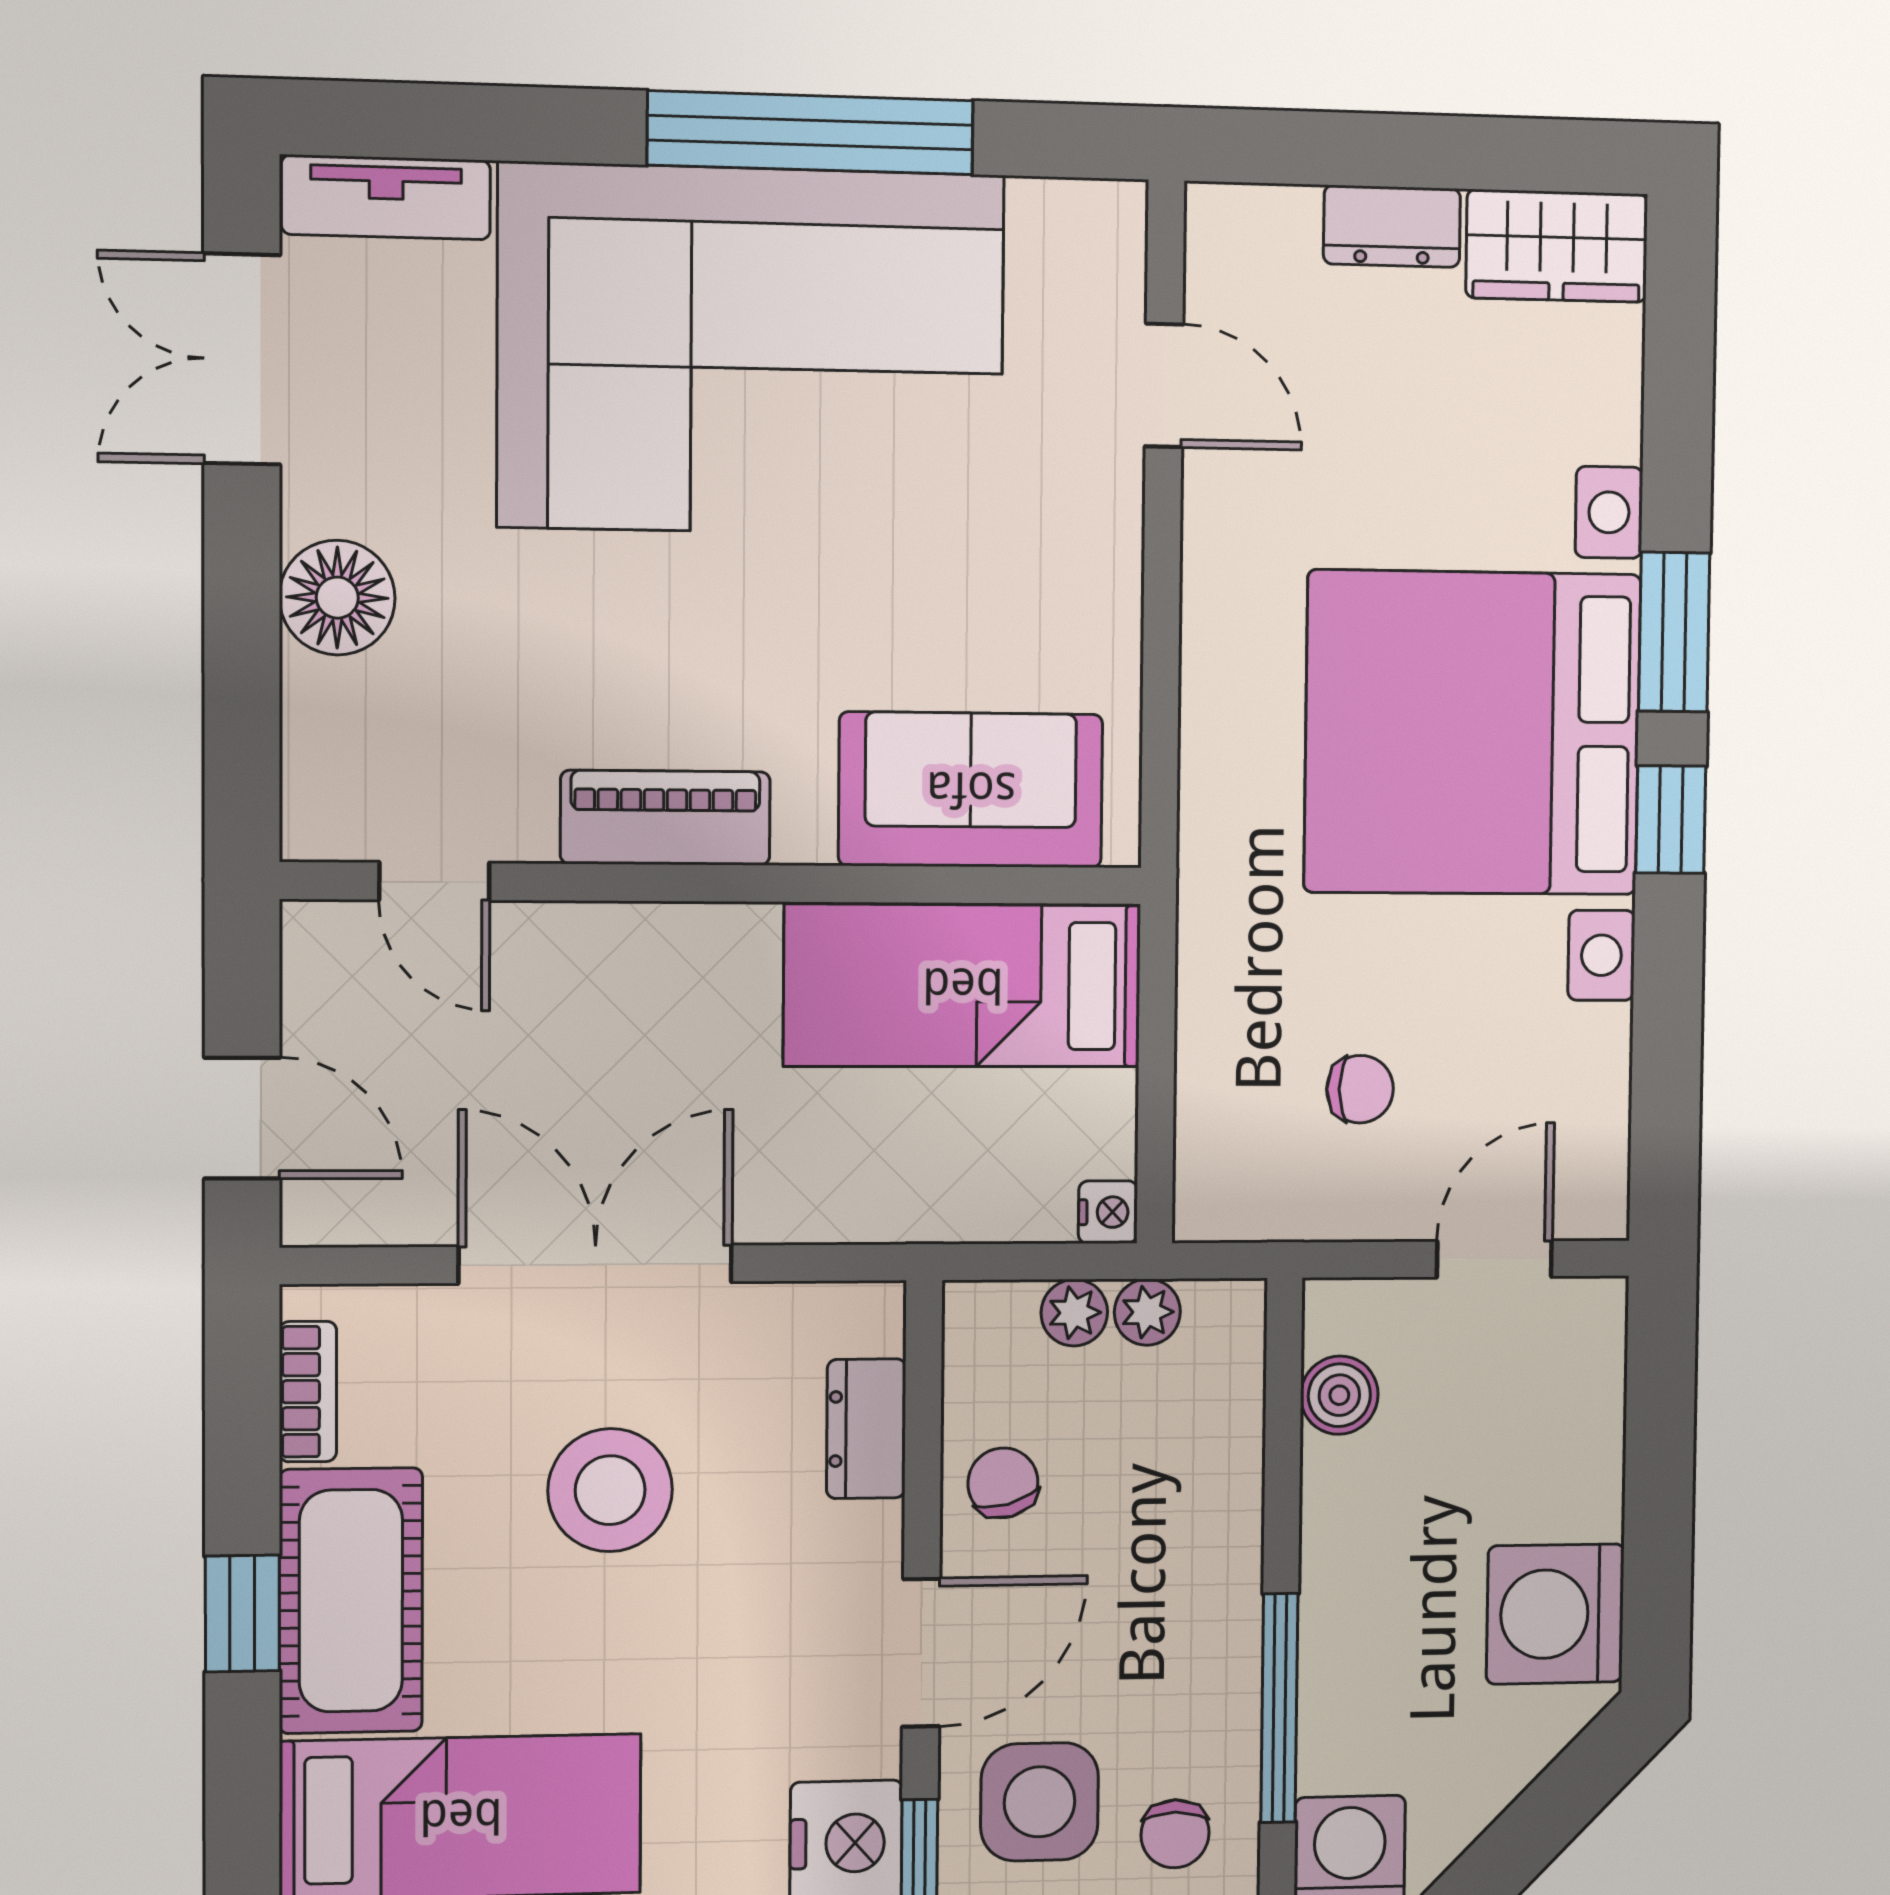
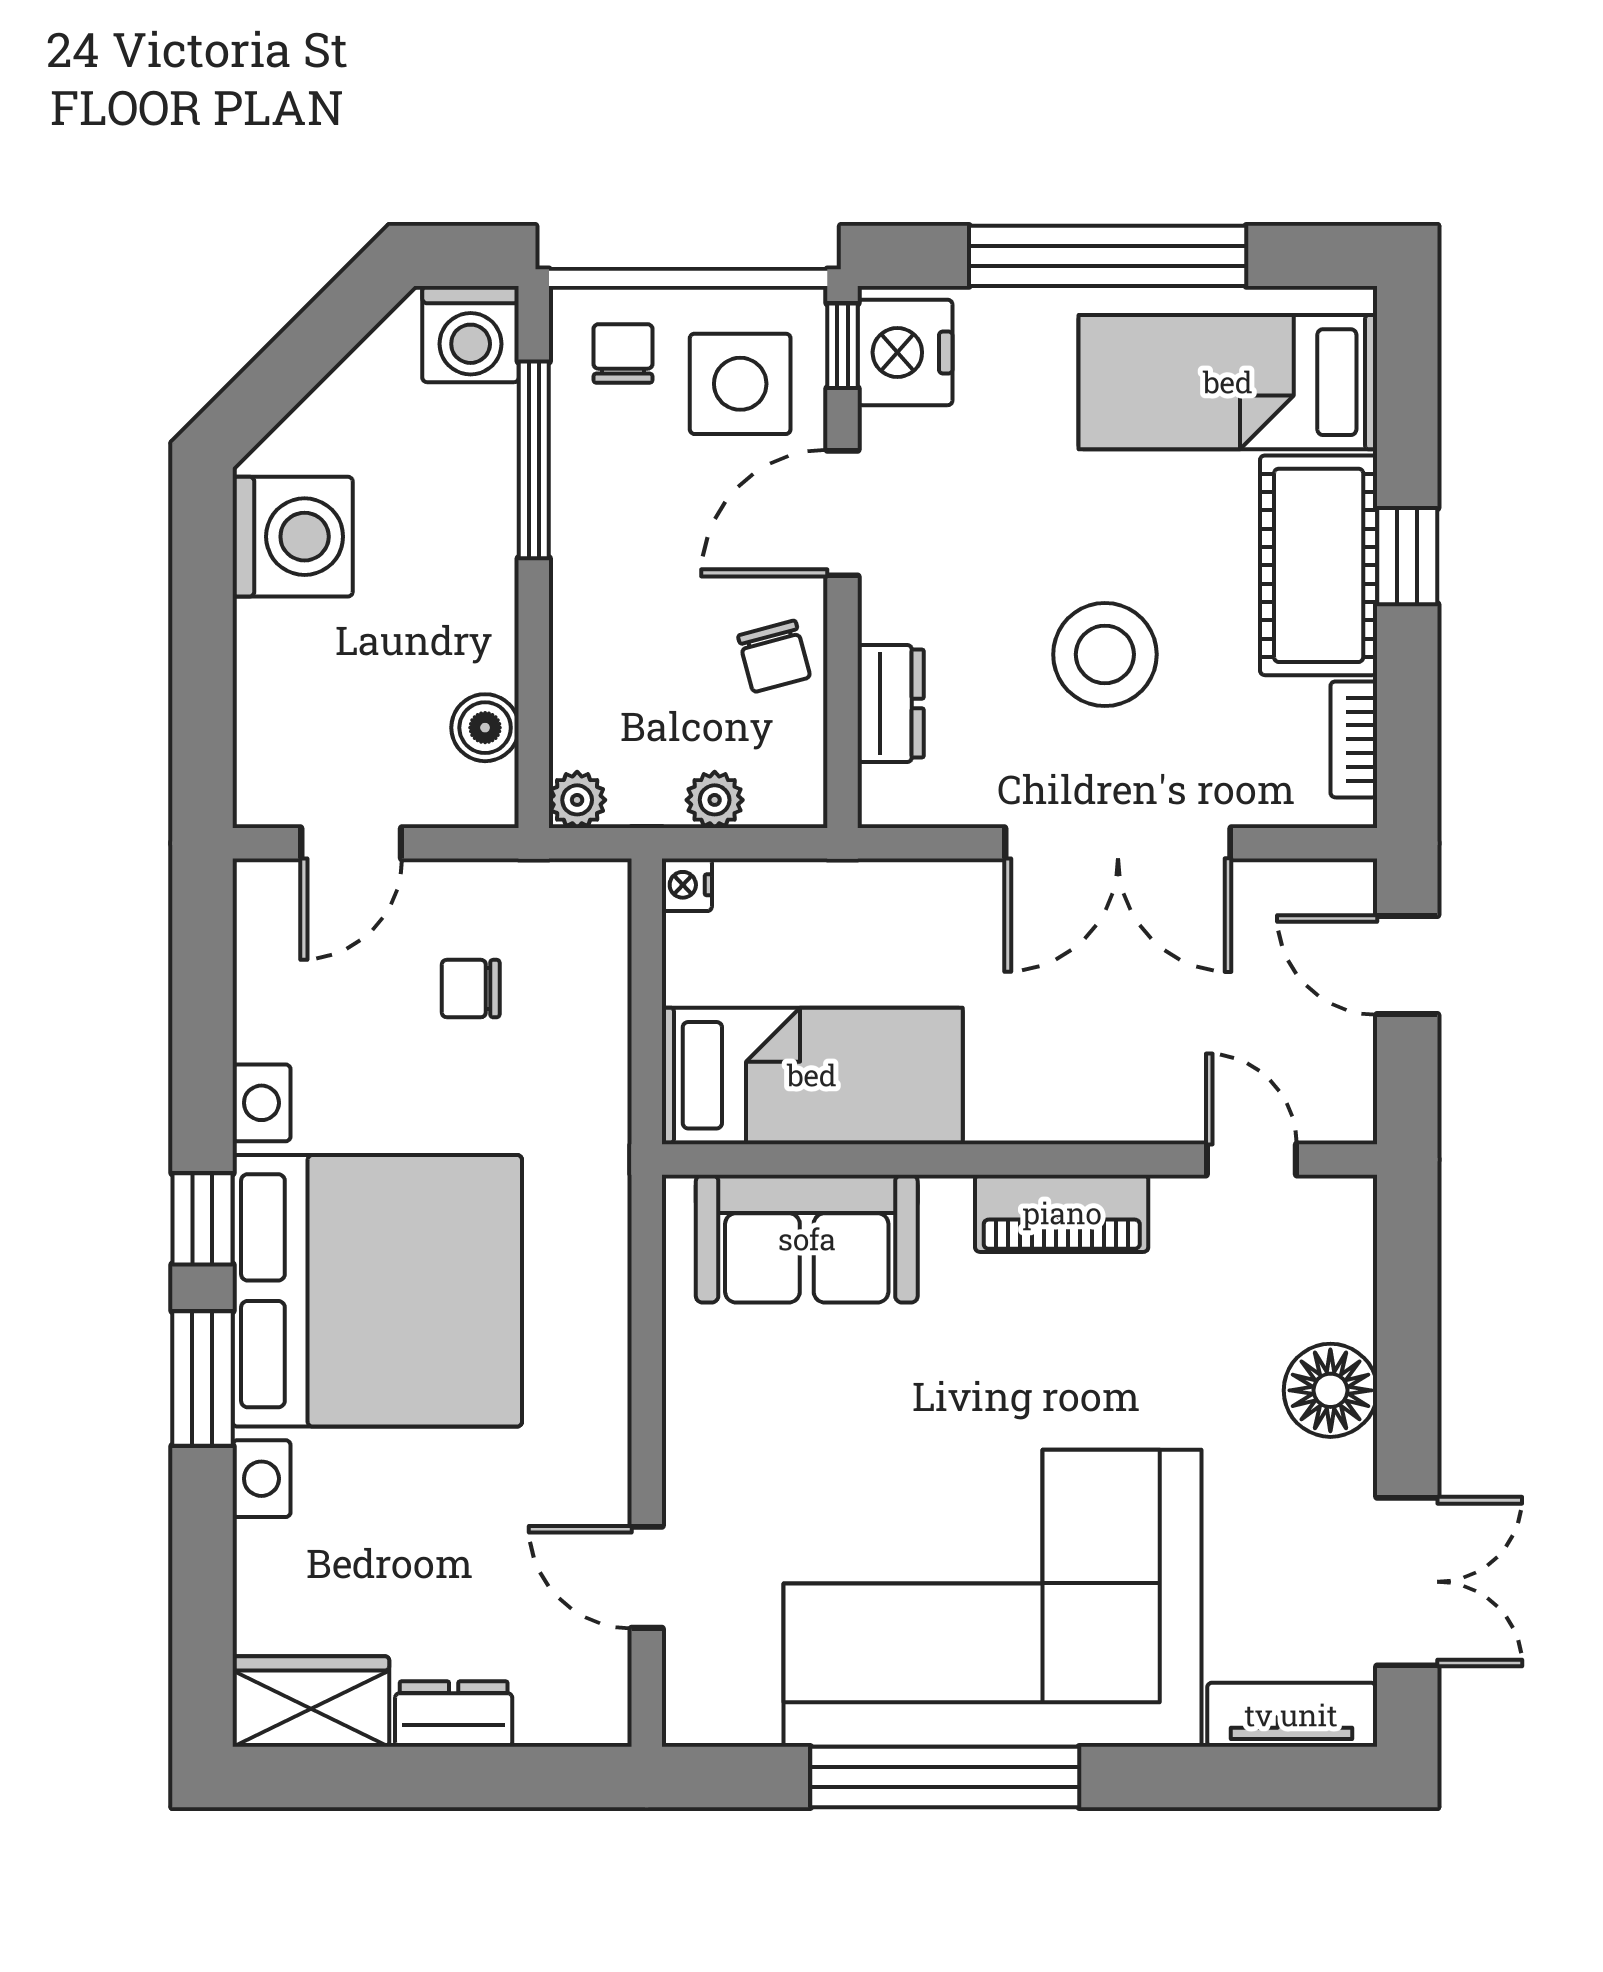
plant: (1147, 1312) -> (577, 800), moved

